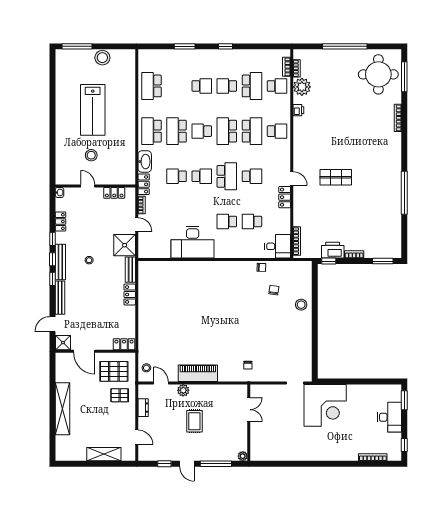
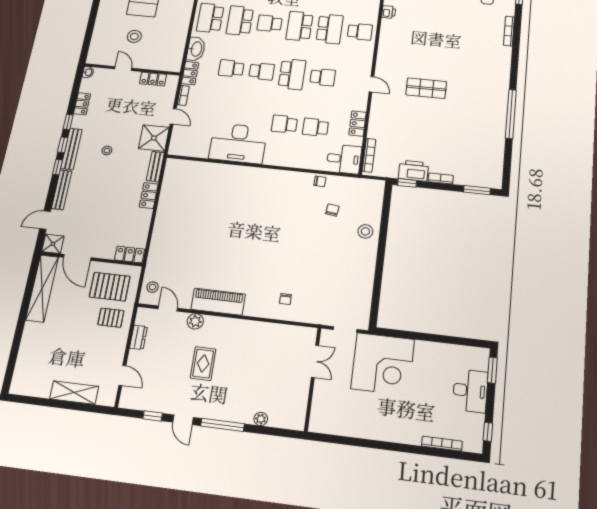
locker: (285, 197) -> (358, 124), moved
shelving: (62, 409) -> (42, 288), moved
double door: (249, 410) -> (315, 361), moved
wall: (249, 423) -> (313, 379), moved

